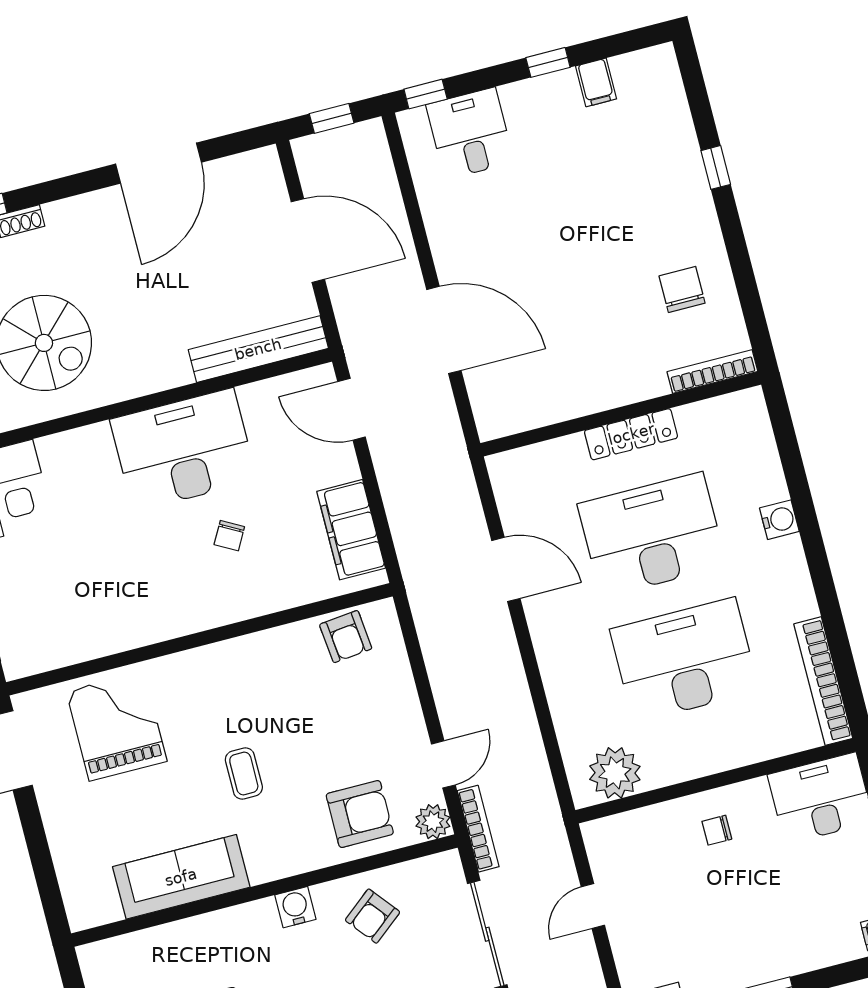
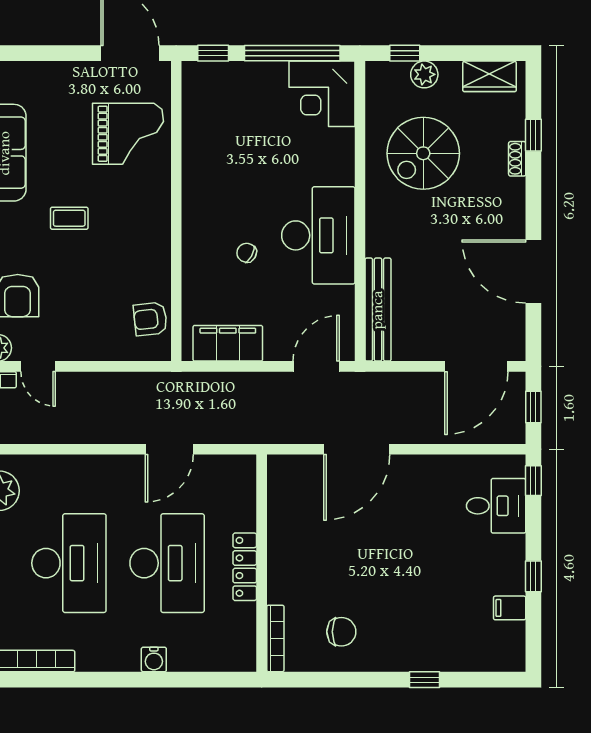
door: (308, 241) -> (476, 366), moved

